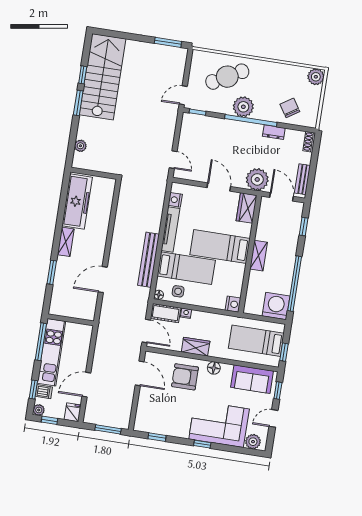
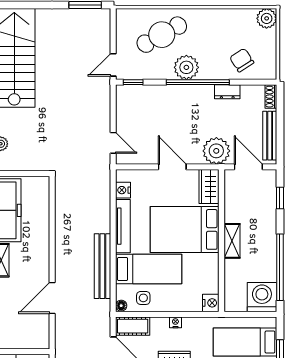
bench: (302, 179) -> (270, 136), width x1.36
bed: (220, 247) -> (185, 229), width x1.50
nightstand: (186, 313) -> (175, 322), moved

